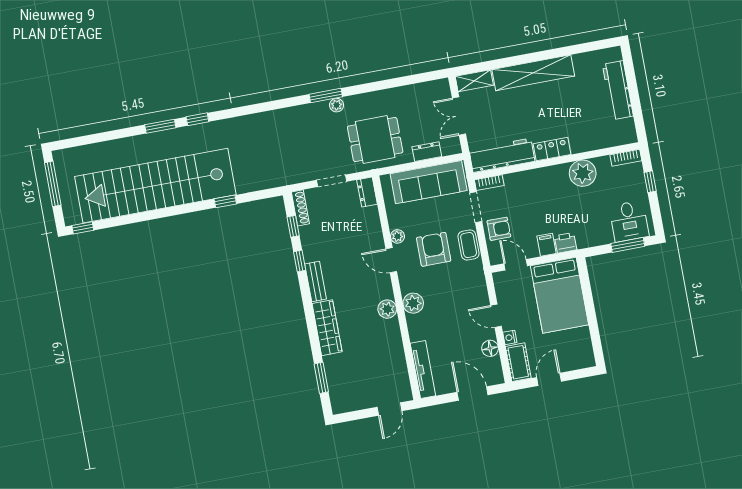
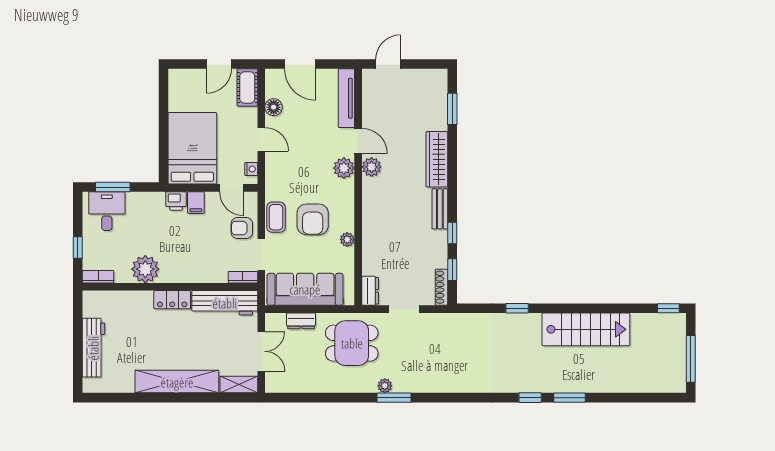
stairs: (155, 186) -> (586, 329), width x0.54, depth x0.66
door: (391, 260) -> (358, 141), moved
nightstand: (510, 337) -> (251, 169), moved

